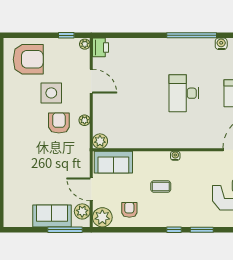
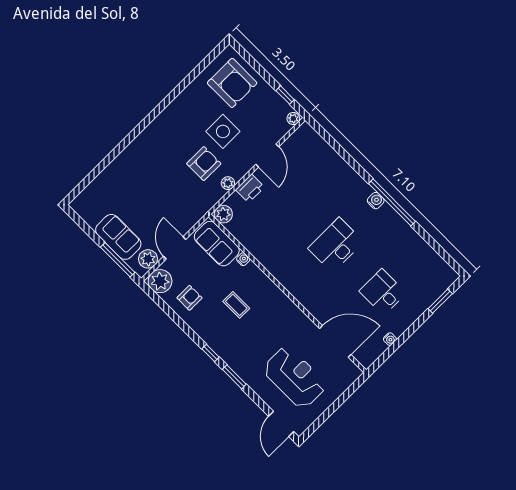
water cooler: (221, 44) -> (376, 201), moved
printer: (100, 47) -> (250, 188), moved
water cooler: (175, 156) -> (243, 259), moved

